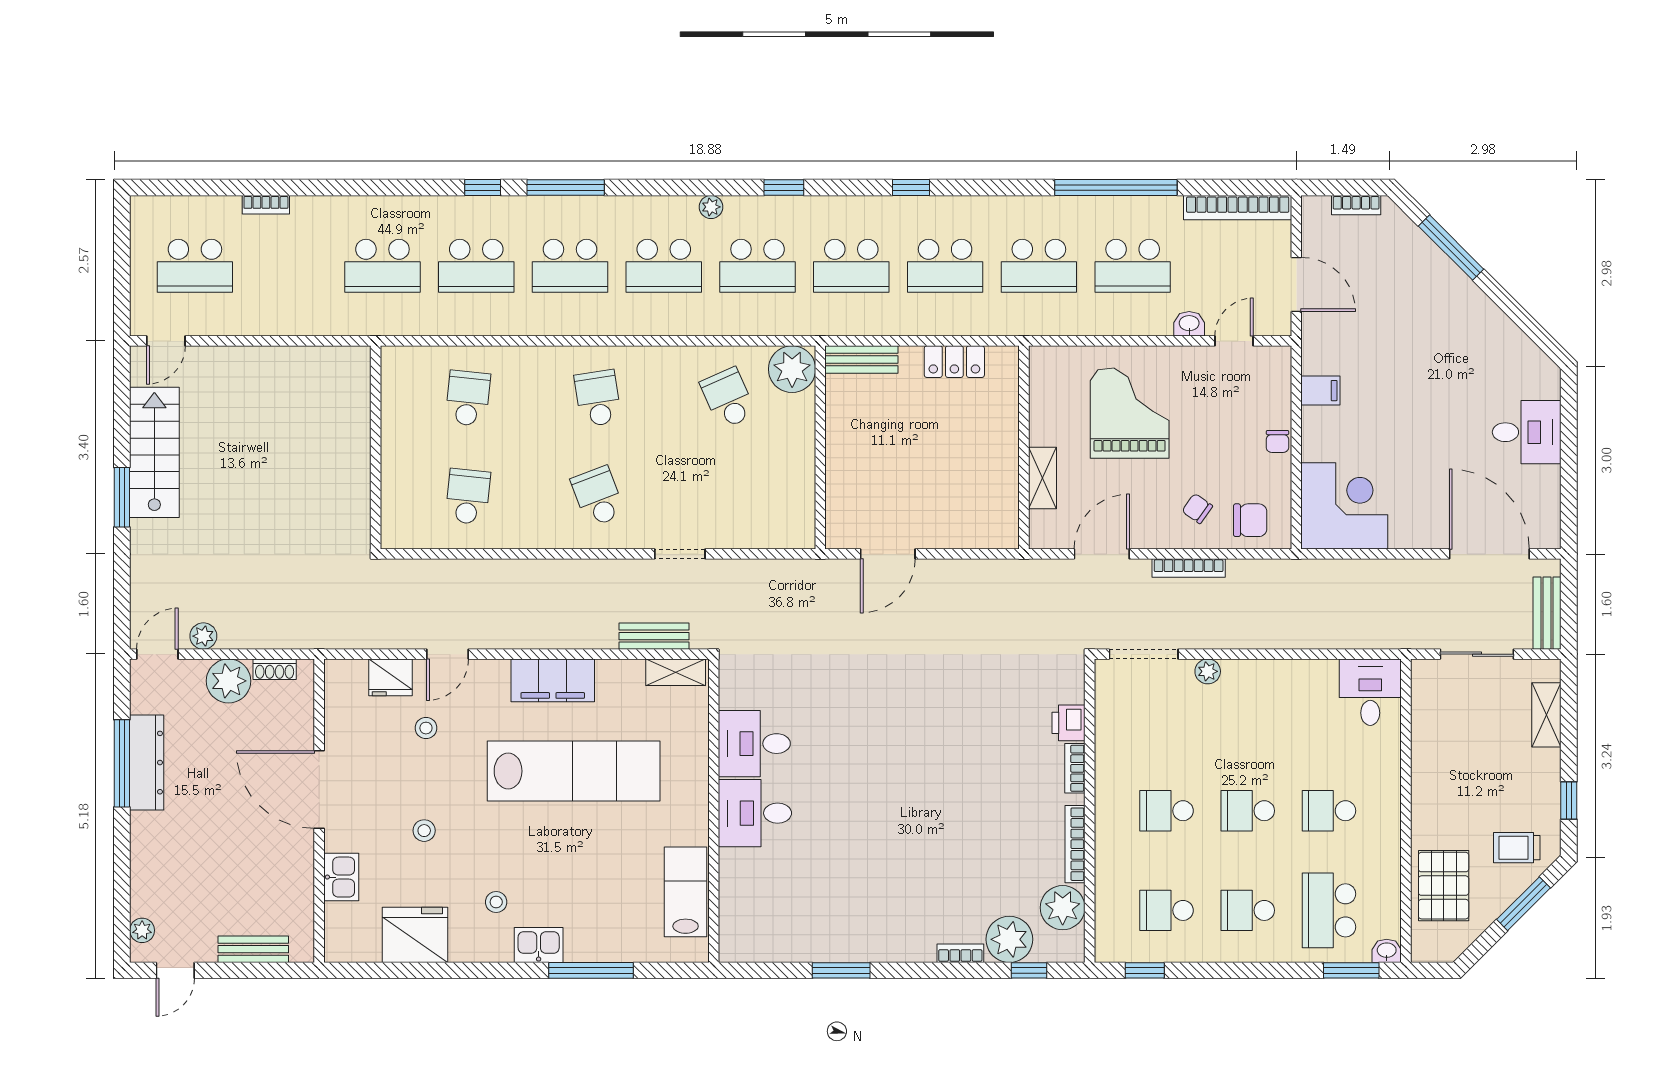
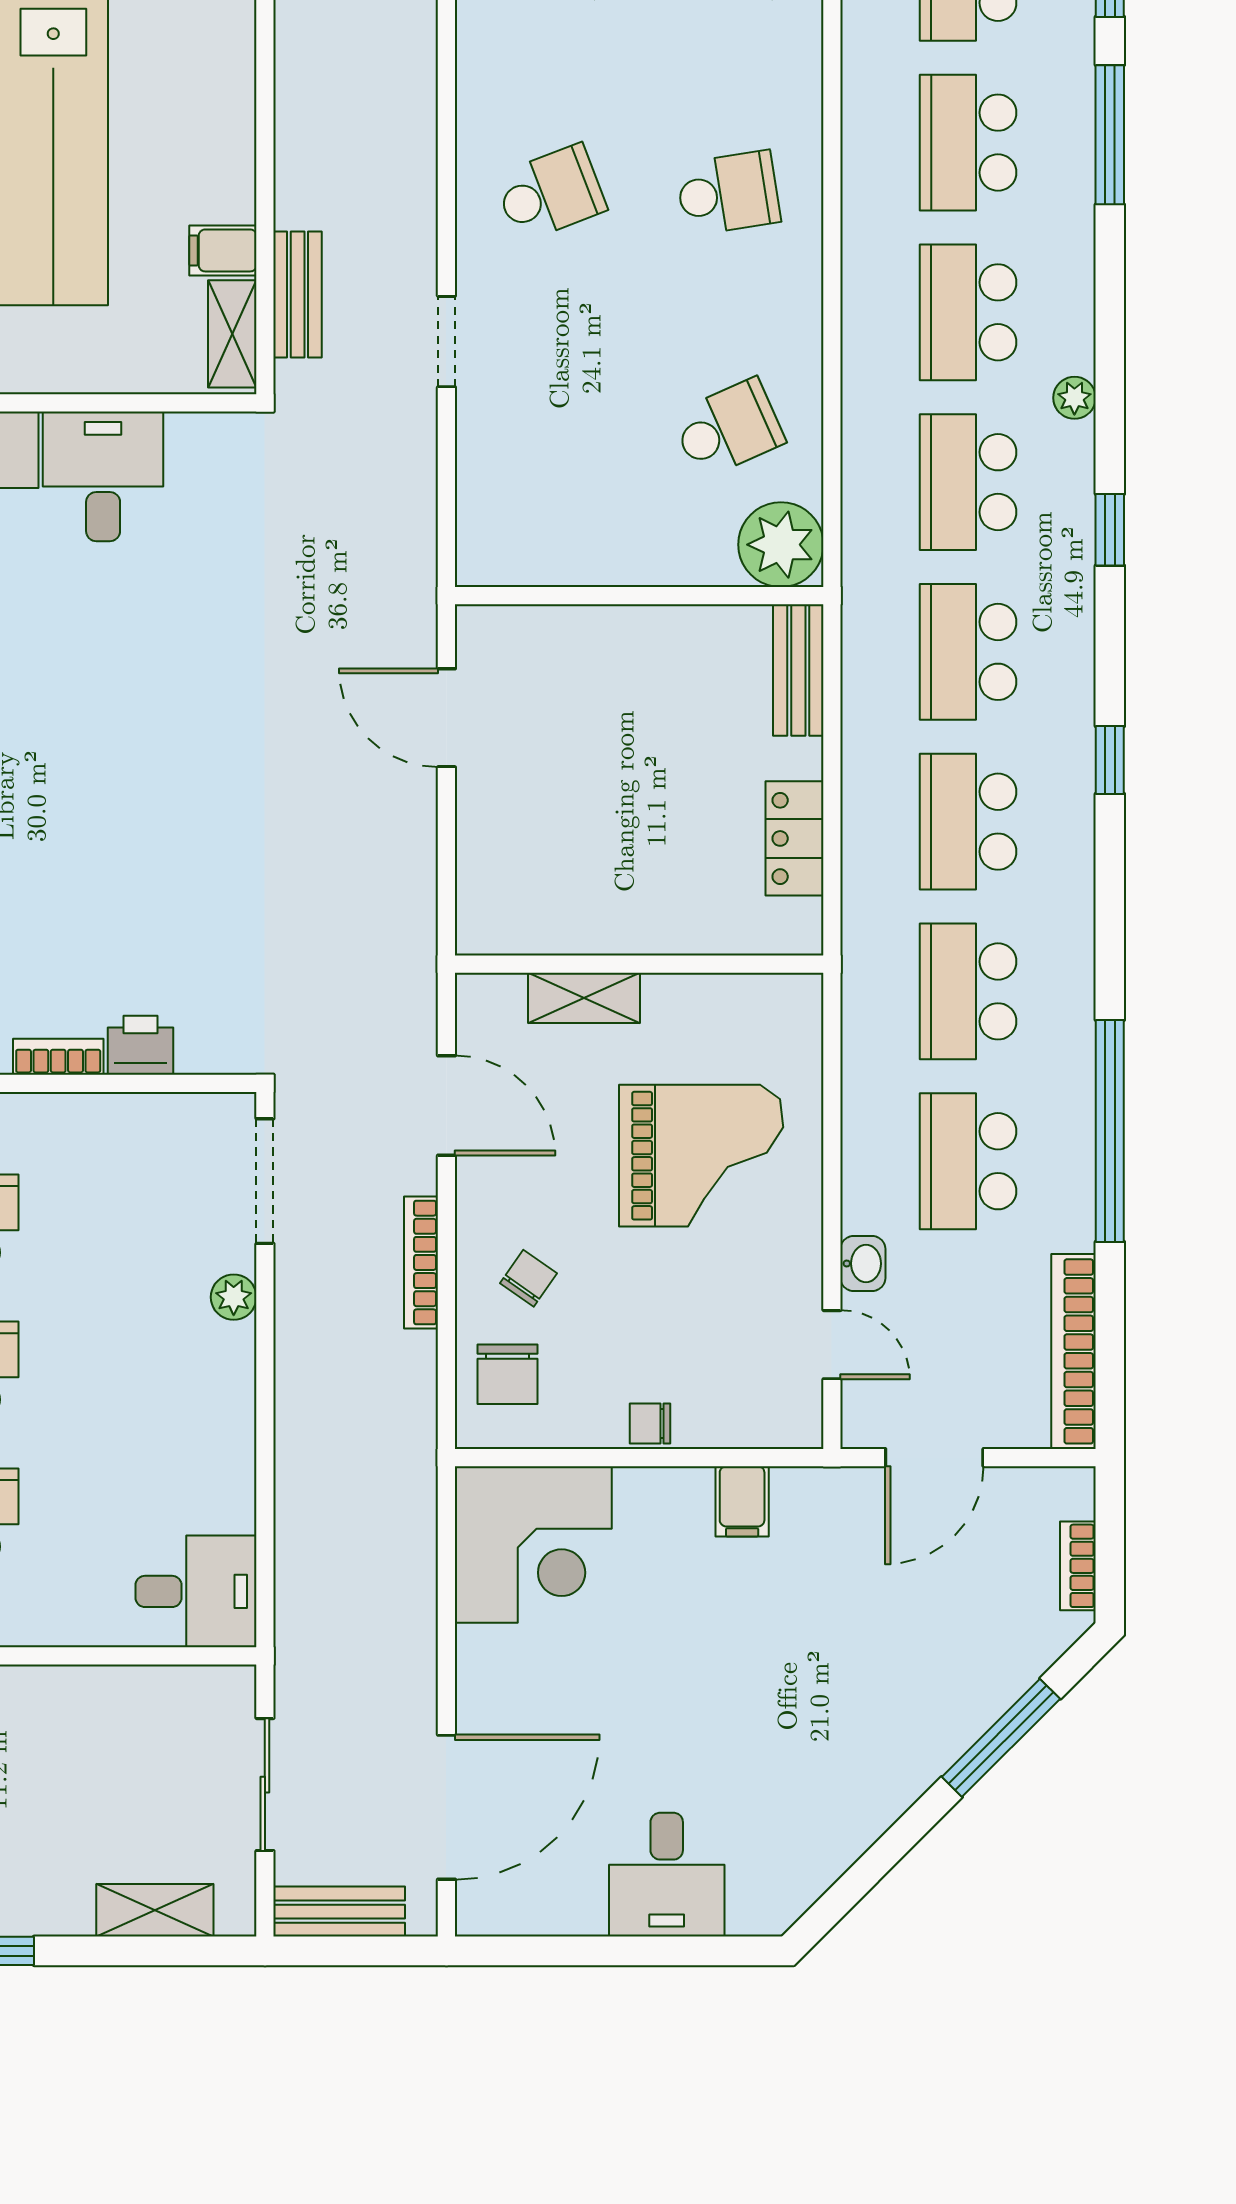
filing cabinet: (553, 680) -> (223, 250), moved, width x0.33, depth x0.86

